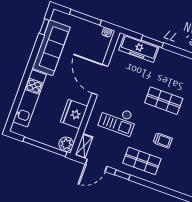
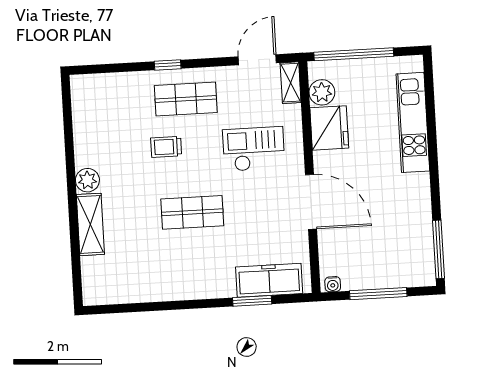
window: (44, 27) -> (439, 249), width x2.17
sofa: (51, 48) -> (413, 220), removed
plant: (66, 144) -> (322, 92), moved
window: (122, 175) -> (168, 65), moved

